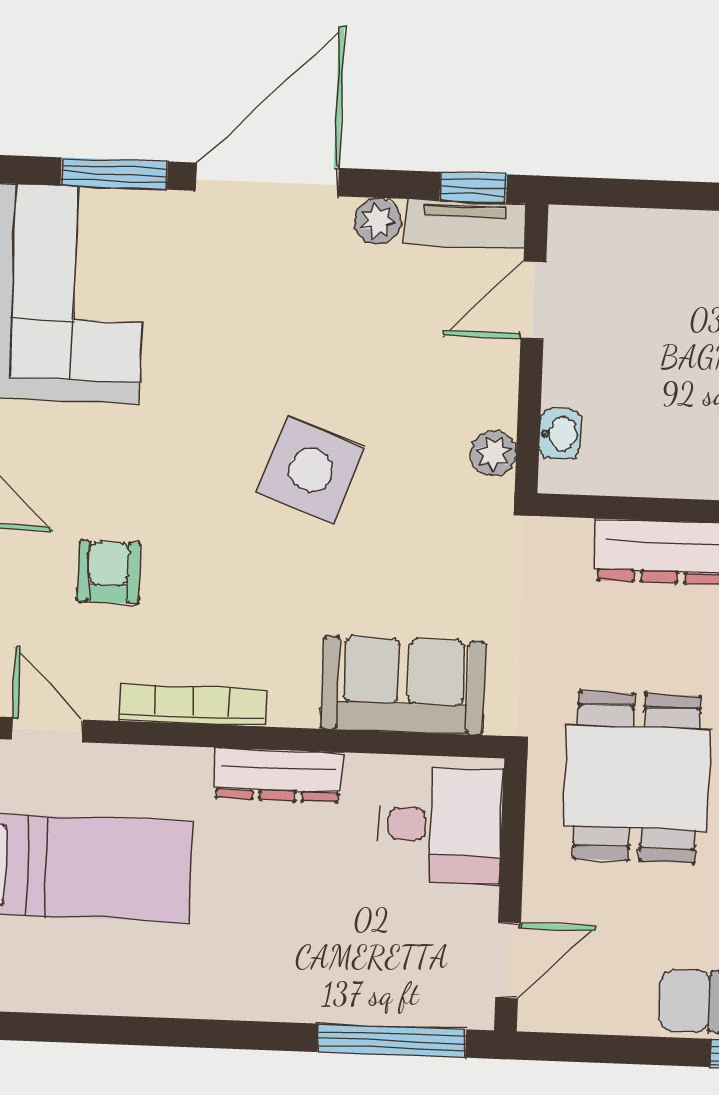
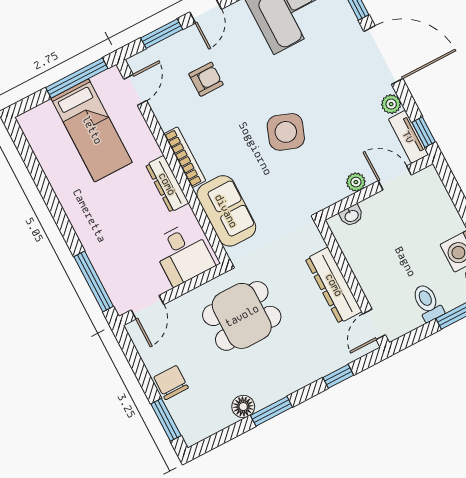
plant: (494, 453) -> (356, 182), moved
bookcase: (192, 705) -> (185, 157), moved
door: (508, 960) -> (148, 307), hinge flipped

